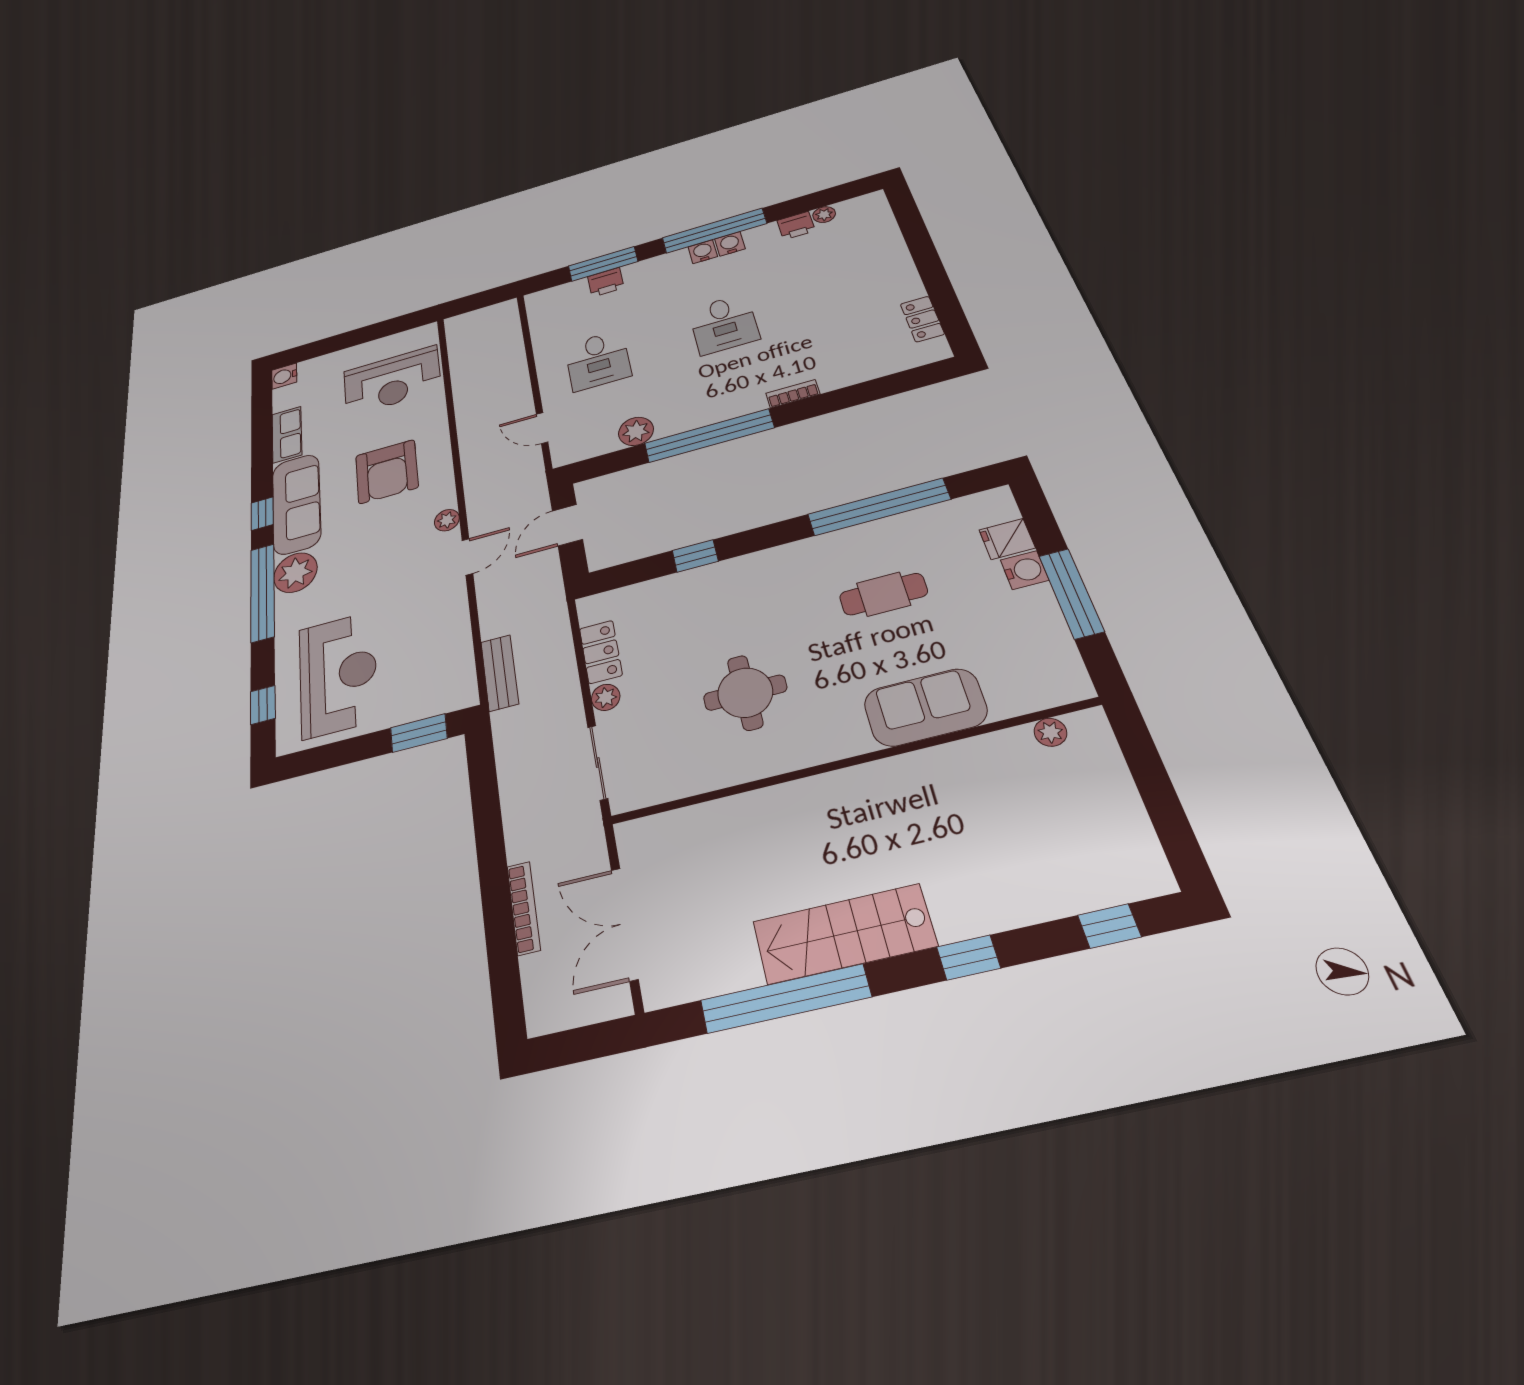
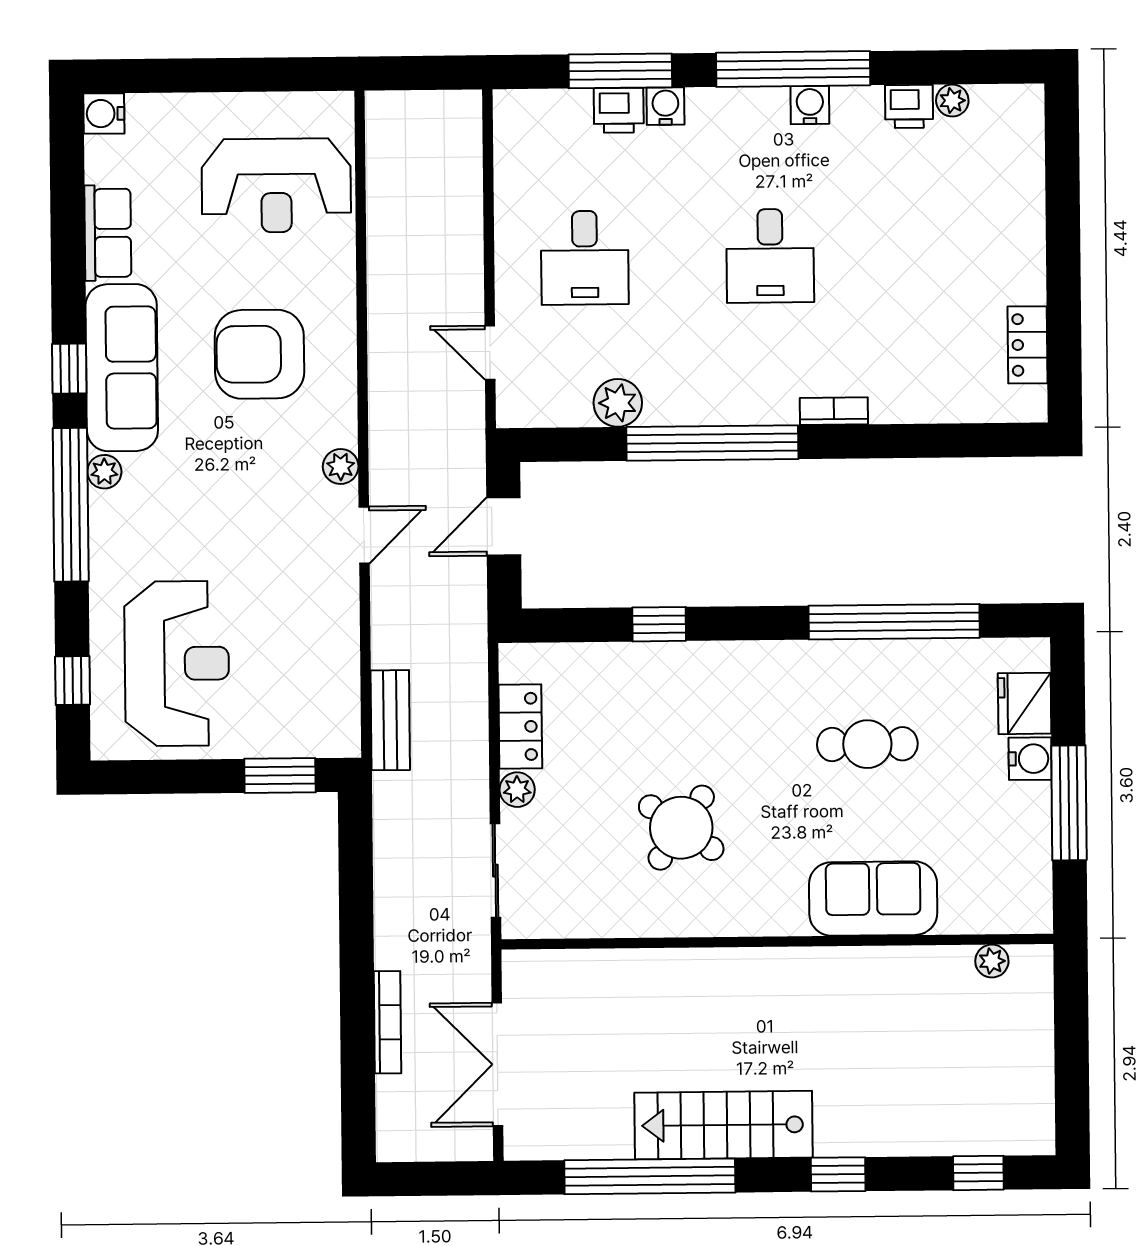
water cooler: (703, 252) -> (665, 106), moved
armchair: (387, 472) -> (259, 354), turned 90
fridge: (1007, 539) -> (1025, 703), width x1.38
plant: (295, 573) -> (104, 472), width x0.53, depth x0.53
round table: (745, 693) -> (681, 828), turned 35

